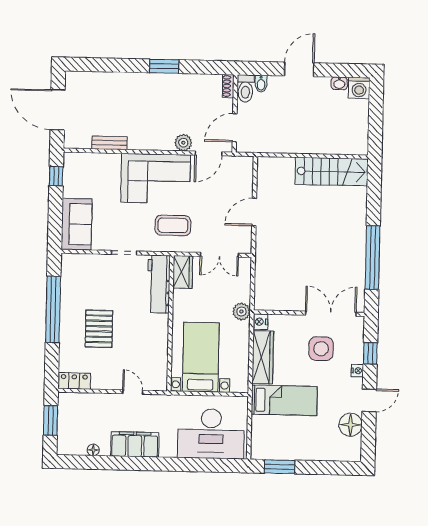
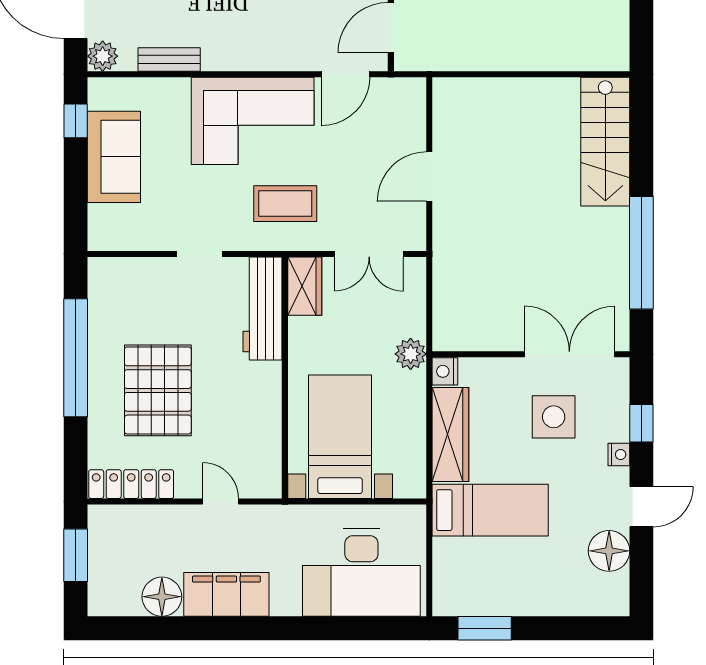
plant: (183, 143) -> (103, 56), moved
stairs: (332, 172) -> (605, 142), moved, turned 90
sofa: (77, 224) -> (114, 157), moved
pallet: (99, 329) -> (158, 390), width x1.37, depth x1.41
locker: (74, 381) -> (131, 484), width x1.53
floor lamp: (93, 450) -> (162, 597), width x1.89, depth x1.89

